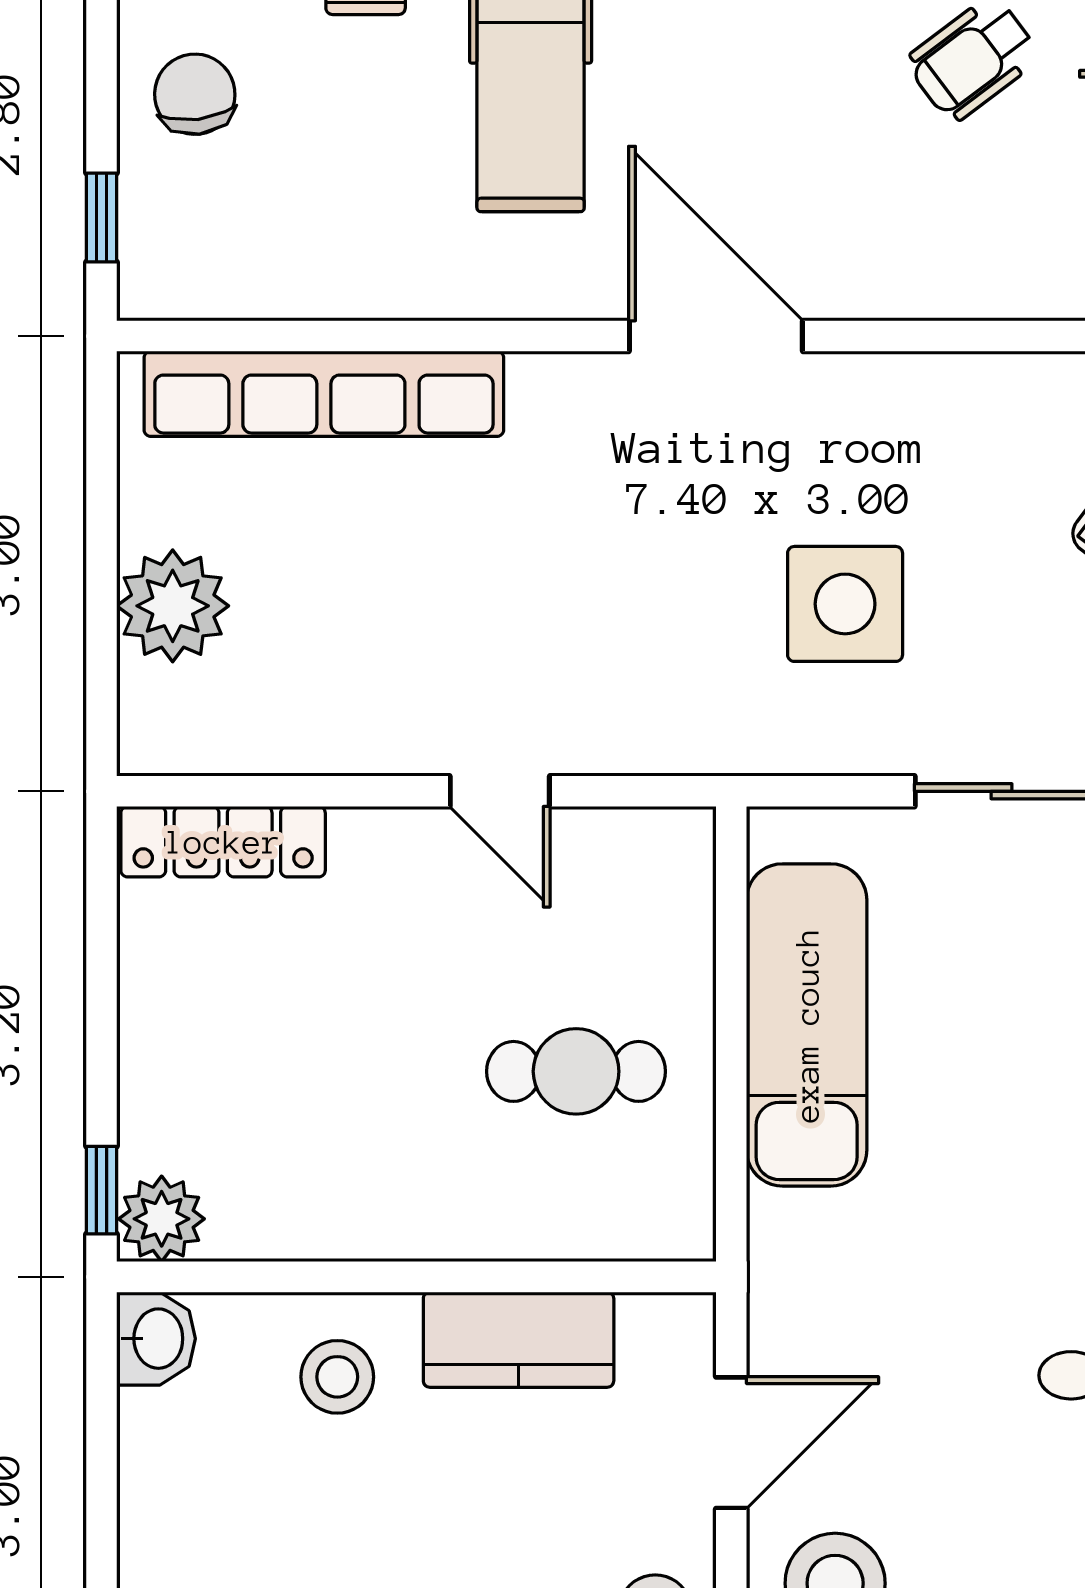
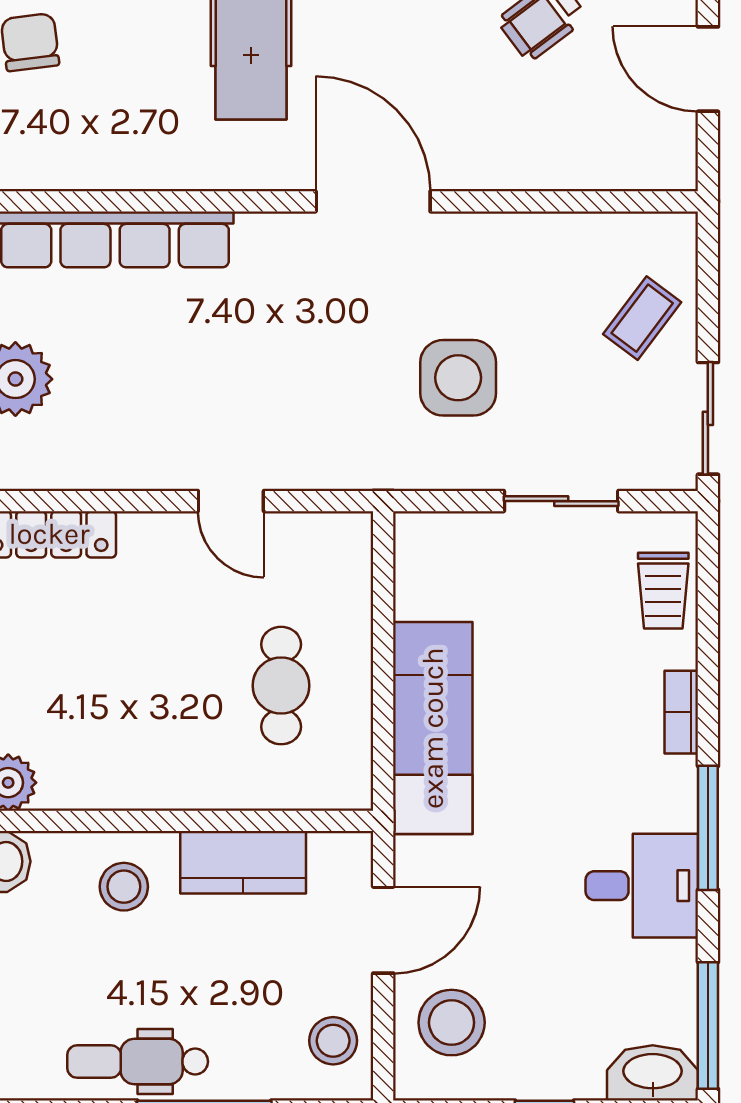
exam couch: (807, 1025) -> (433, 728), moved
cafe table: (576, 1071) -> (281, 686), turned 90

